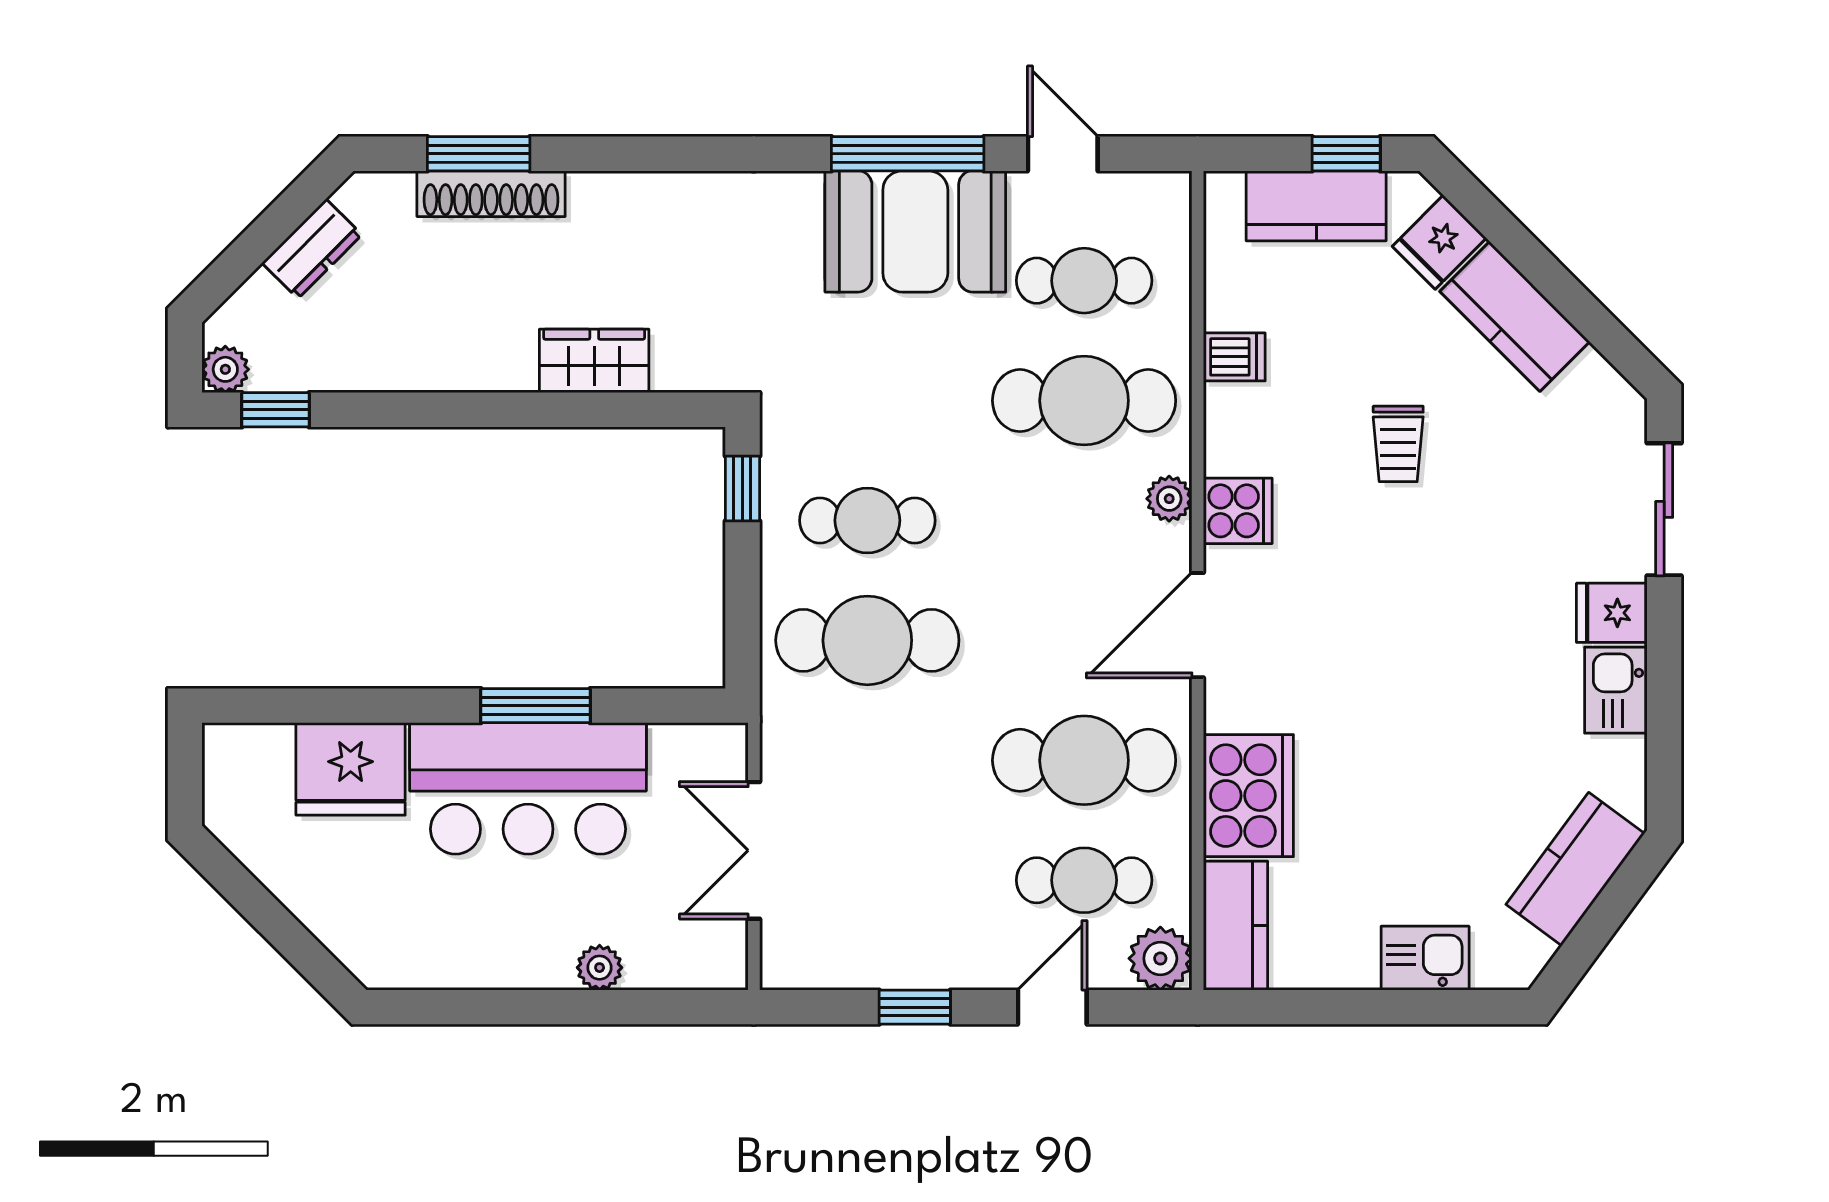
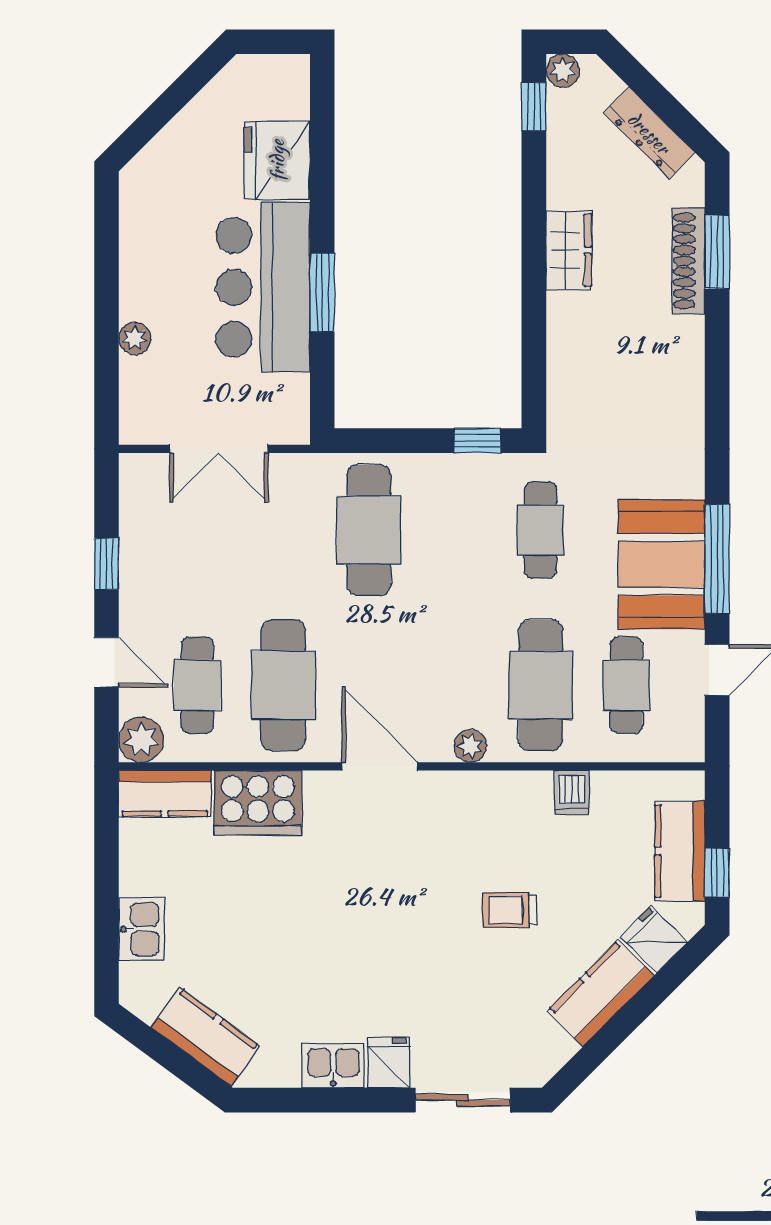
dresser: (312, 249) -> (649, 133), width x1.44
wardrobe: (594, 361) -> (569, 250), moved
cooker: (1238, 511) -> (462, 795), removed
cafe table: (867, 520) -> (541, 530), moved
double door: (754, 850) -> (219, 449), swing flipped

